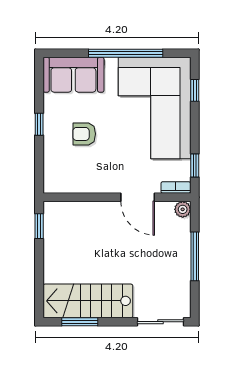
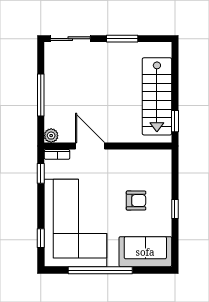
stairs: (88, 301) -> (157, 96), moved, turned 90
window: (80, 322) -> (122, 39), moved

